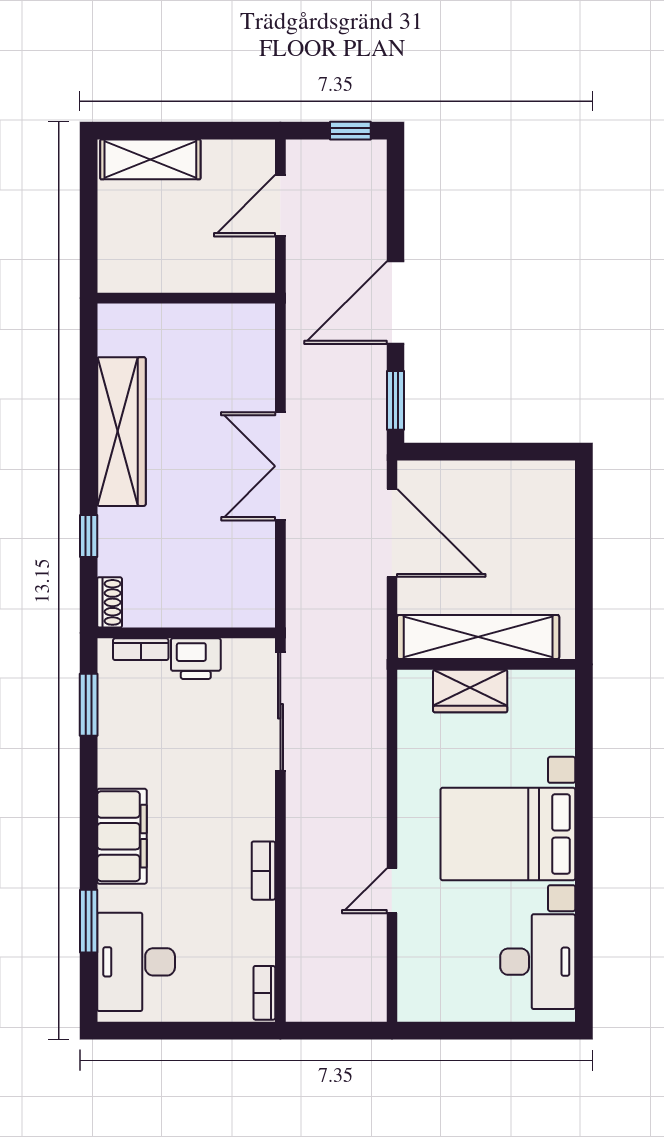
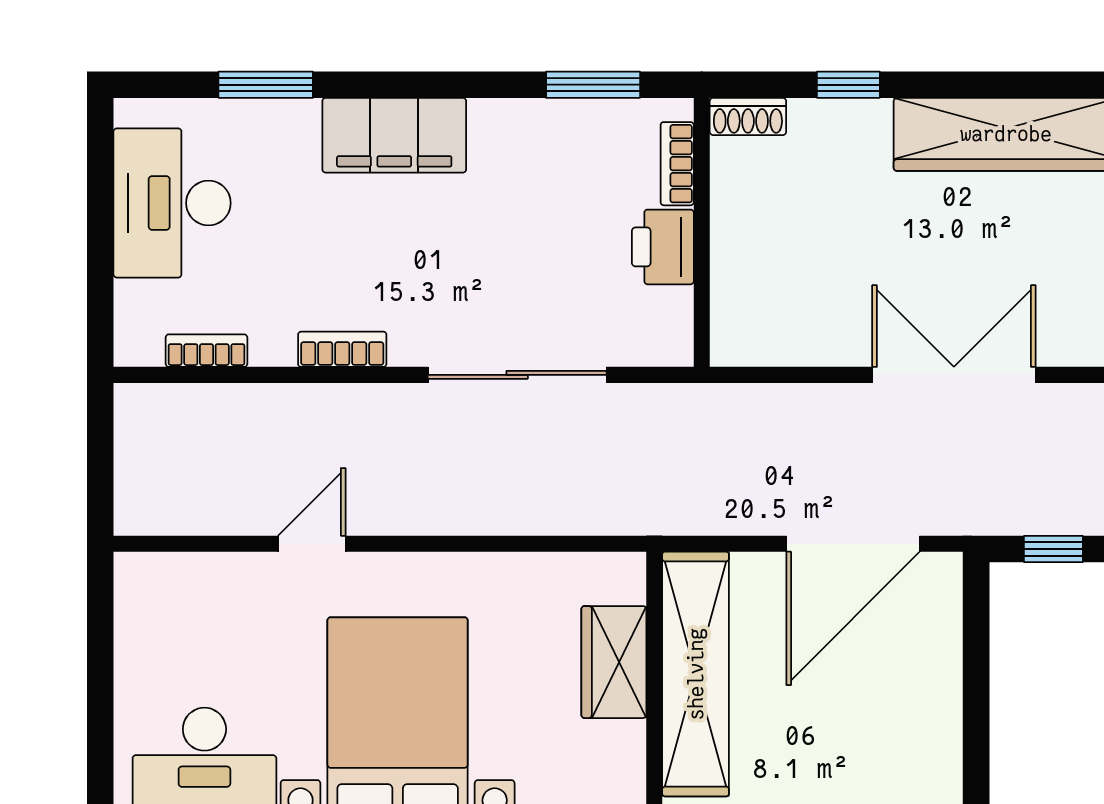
window: (395, 400) -> (1053, 549), width x0.67
sliding door: (280, 711) -> (517, 375), moved
door: (392, 891) -> (312, 544), hinge flipped
desk: (136, 962) -> (172, 203), moved, turned -90
bookcase: (264, 993) -> (206, 351), moved

